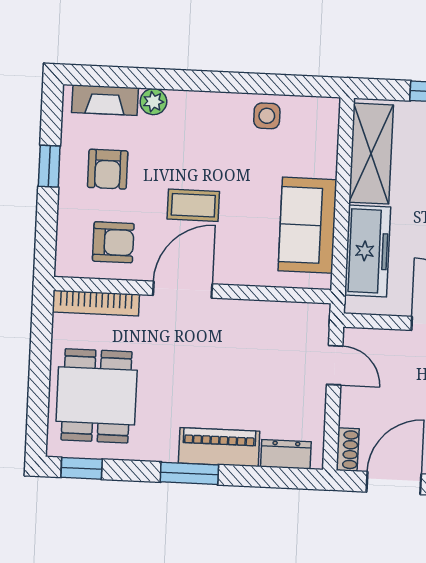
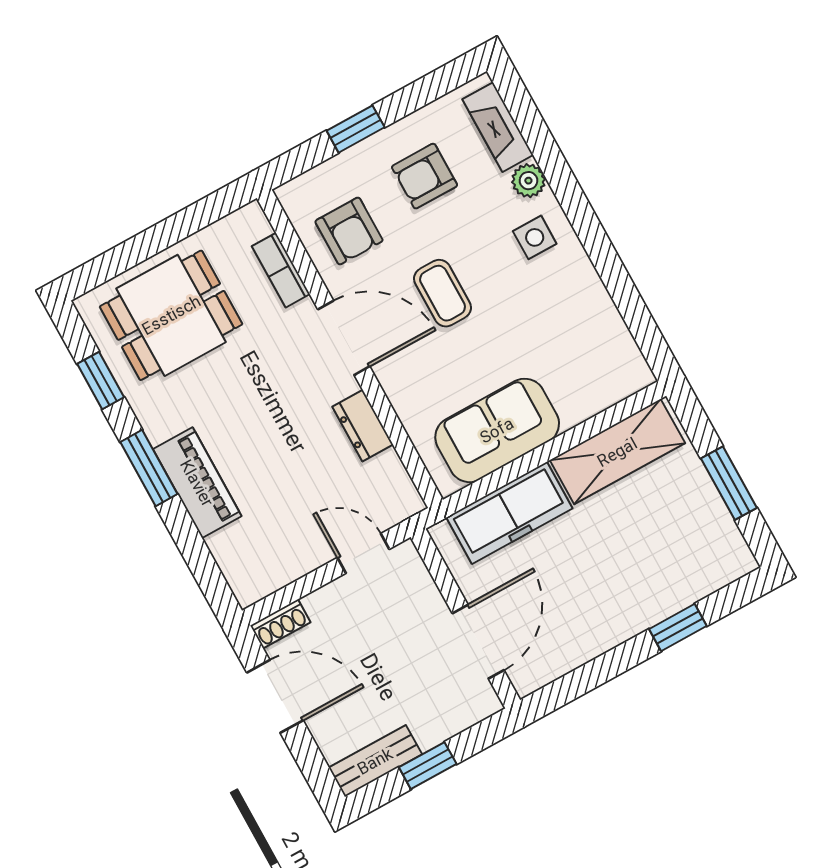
side table: (267, 116) -> (535, 237), moved
window: (49, 166) -> (356, 129), moved
bookcase: (96, 303) -> (281, 270), width x0.64
door: (335, 365) -> (363, 553), swing flipped
dresser: (286, 454) -> (363, 426), moved, turned 180
window: (82, 468) -> (101, 381), moved

